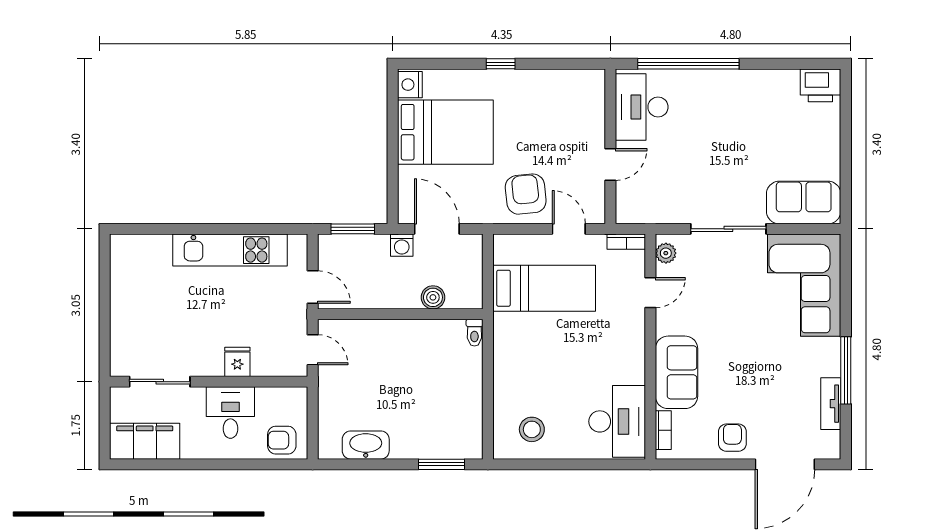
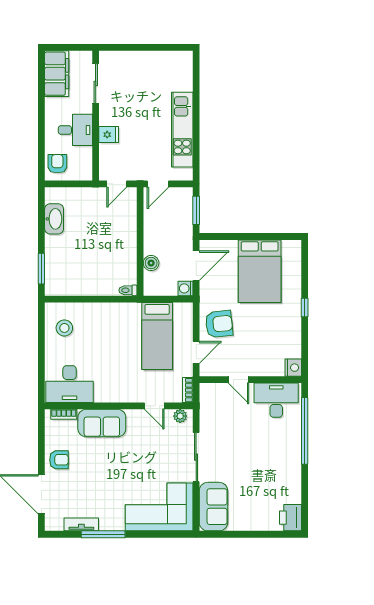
nightstand: (410, 85) -> (293, 368), moved, turned 90
washing machine: (402, 245) -> (185, 288), moved

